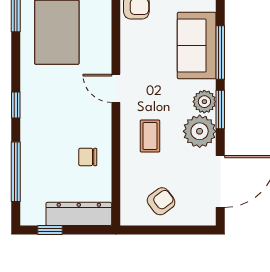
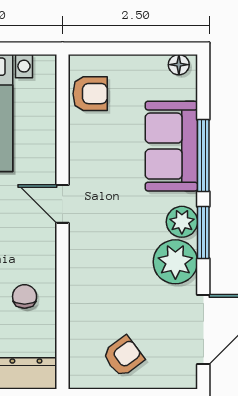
coffee table: (150, 136) -> (108, 268), removed
chair: (88, 157) -> (25, 296), turned 90

